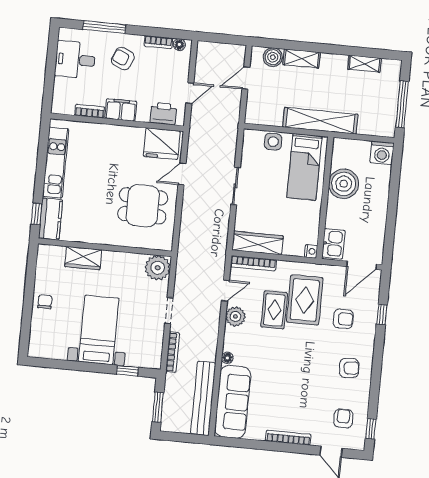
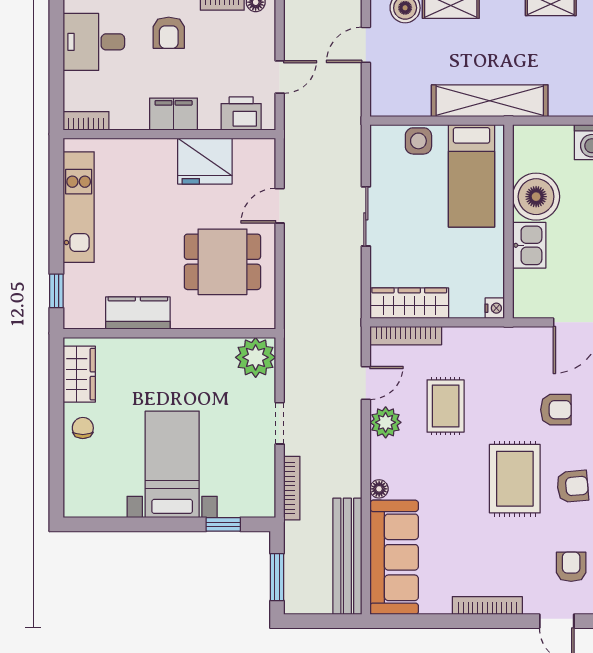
armchair: (123, 59) -> (169, 33), turned -113
bookcase: (90, 111) -> (86, 121), moved
fridge: (162, 144) -> (205, 161), moved
kitchen counter: (51, 219) -> (138, 313), moved, turned -90
kitchen sink: (333, 244) -> (529, 245), moved
wardrobe: (83, 258) -> (79, 374), moved, turned -90
rug: (305, 300) -> (515, 479), moved

